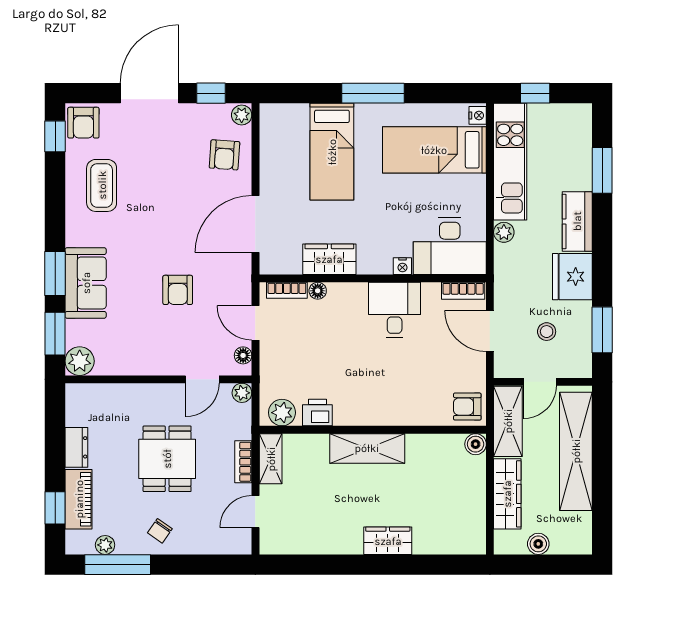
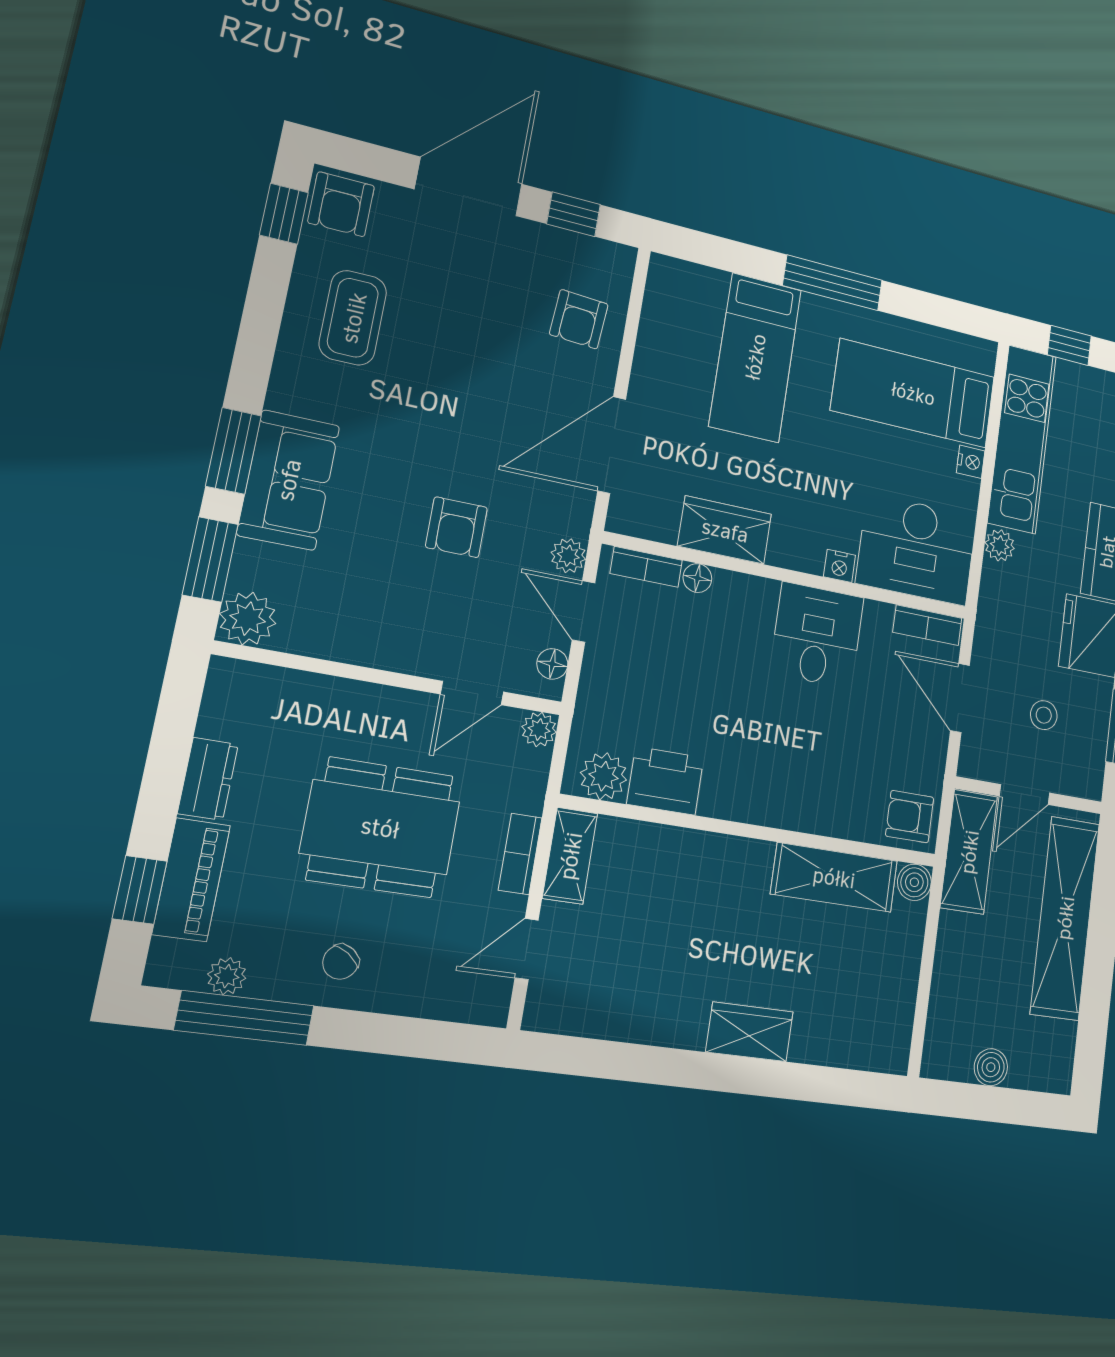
plant: (242, 115) -> (568, 556), moved
nightstand: (478, 115) -> (971, 462), moved
printer: (317, 413) -> (665, 781), width x1.36, depth x1.24
shelving: (367, 448) -> (834, 877), moved
dining table: (167, 459) -> (380, 827), width x1.38
wardrobe: (507, 494) -> (953, 975), removed

